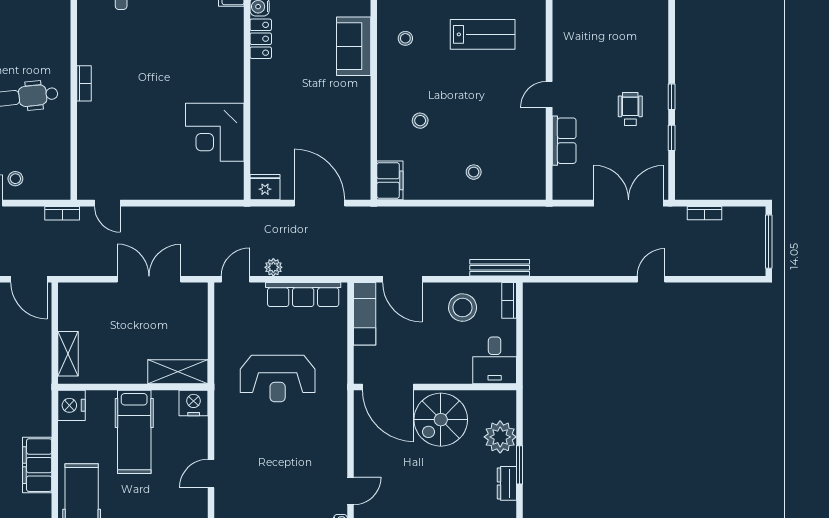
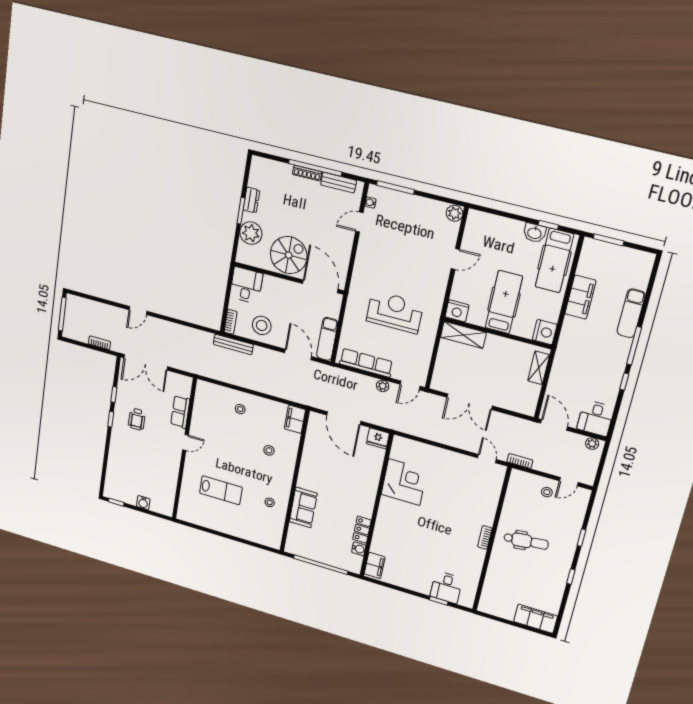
lab bench: (483, 34) -> (221, 490), turned 180

